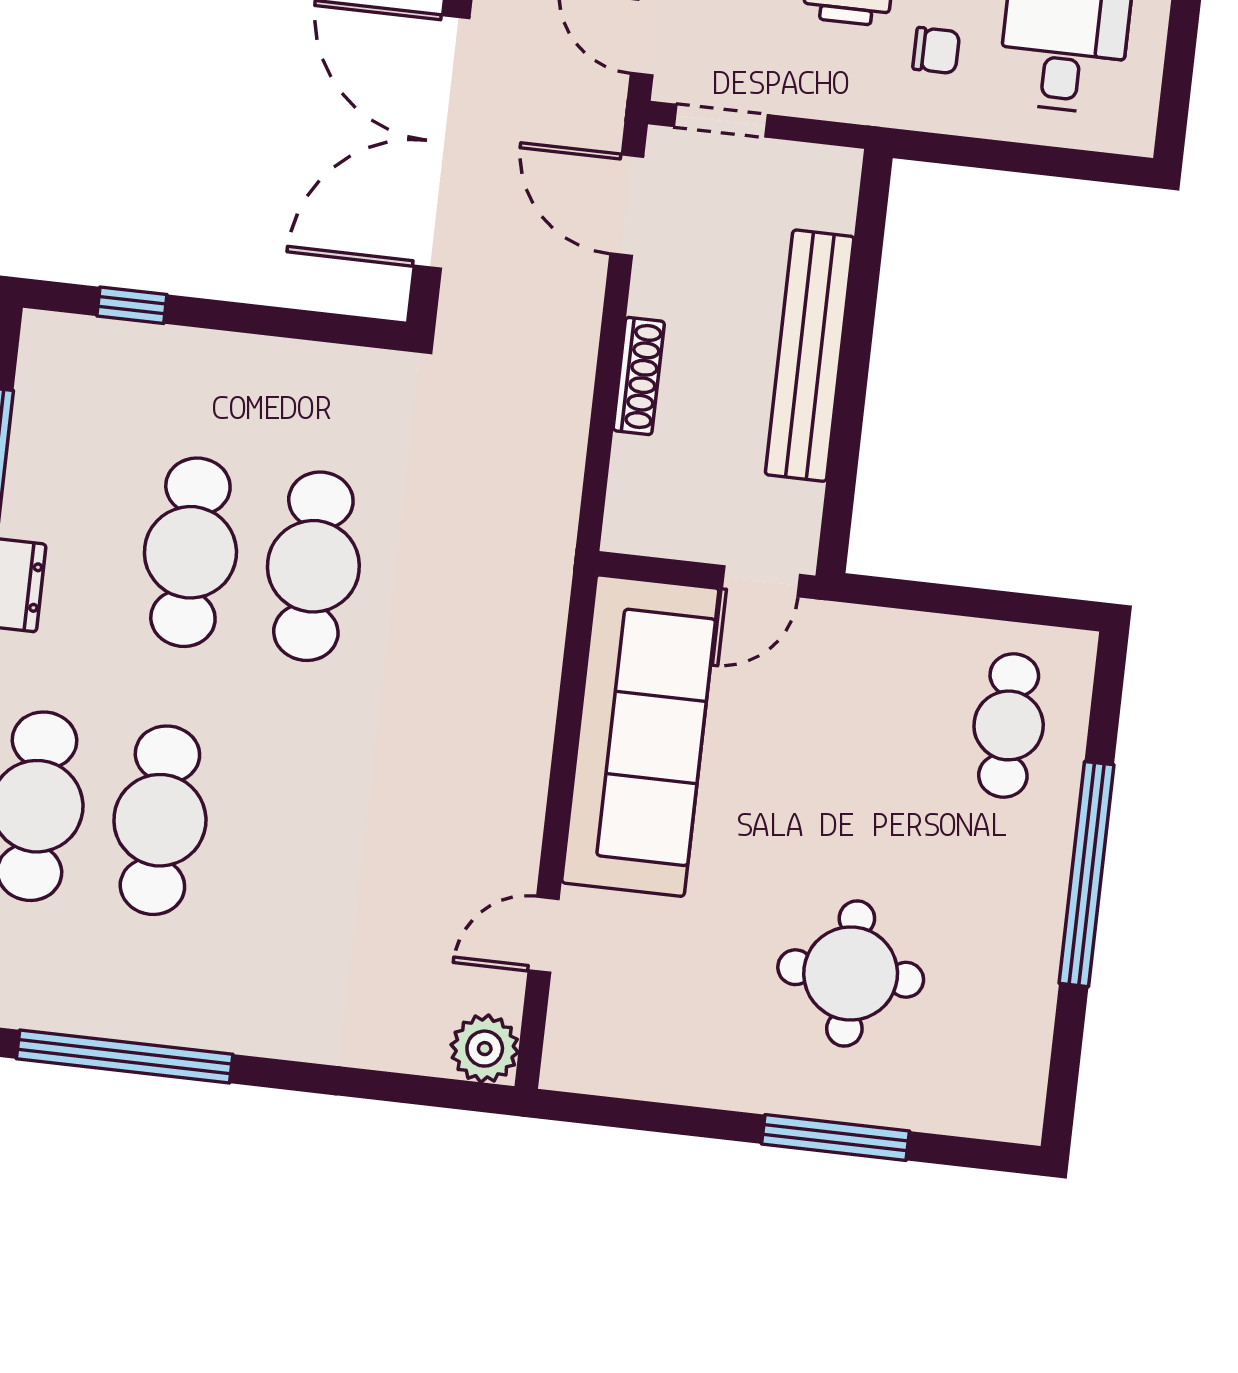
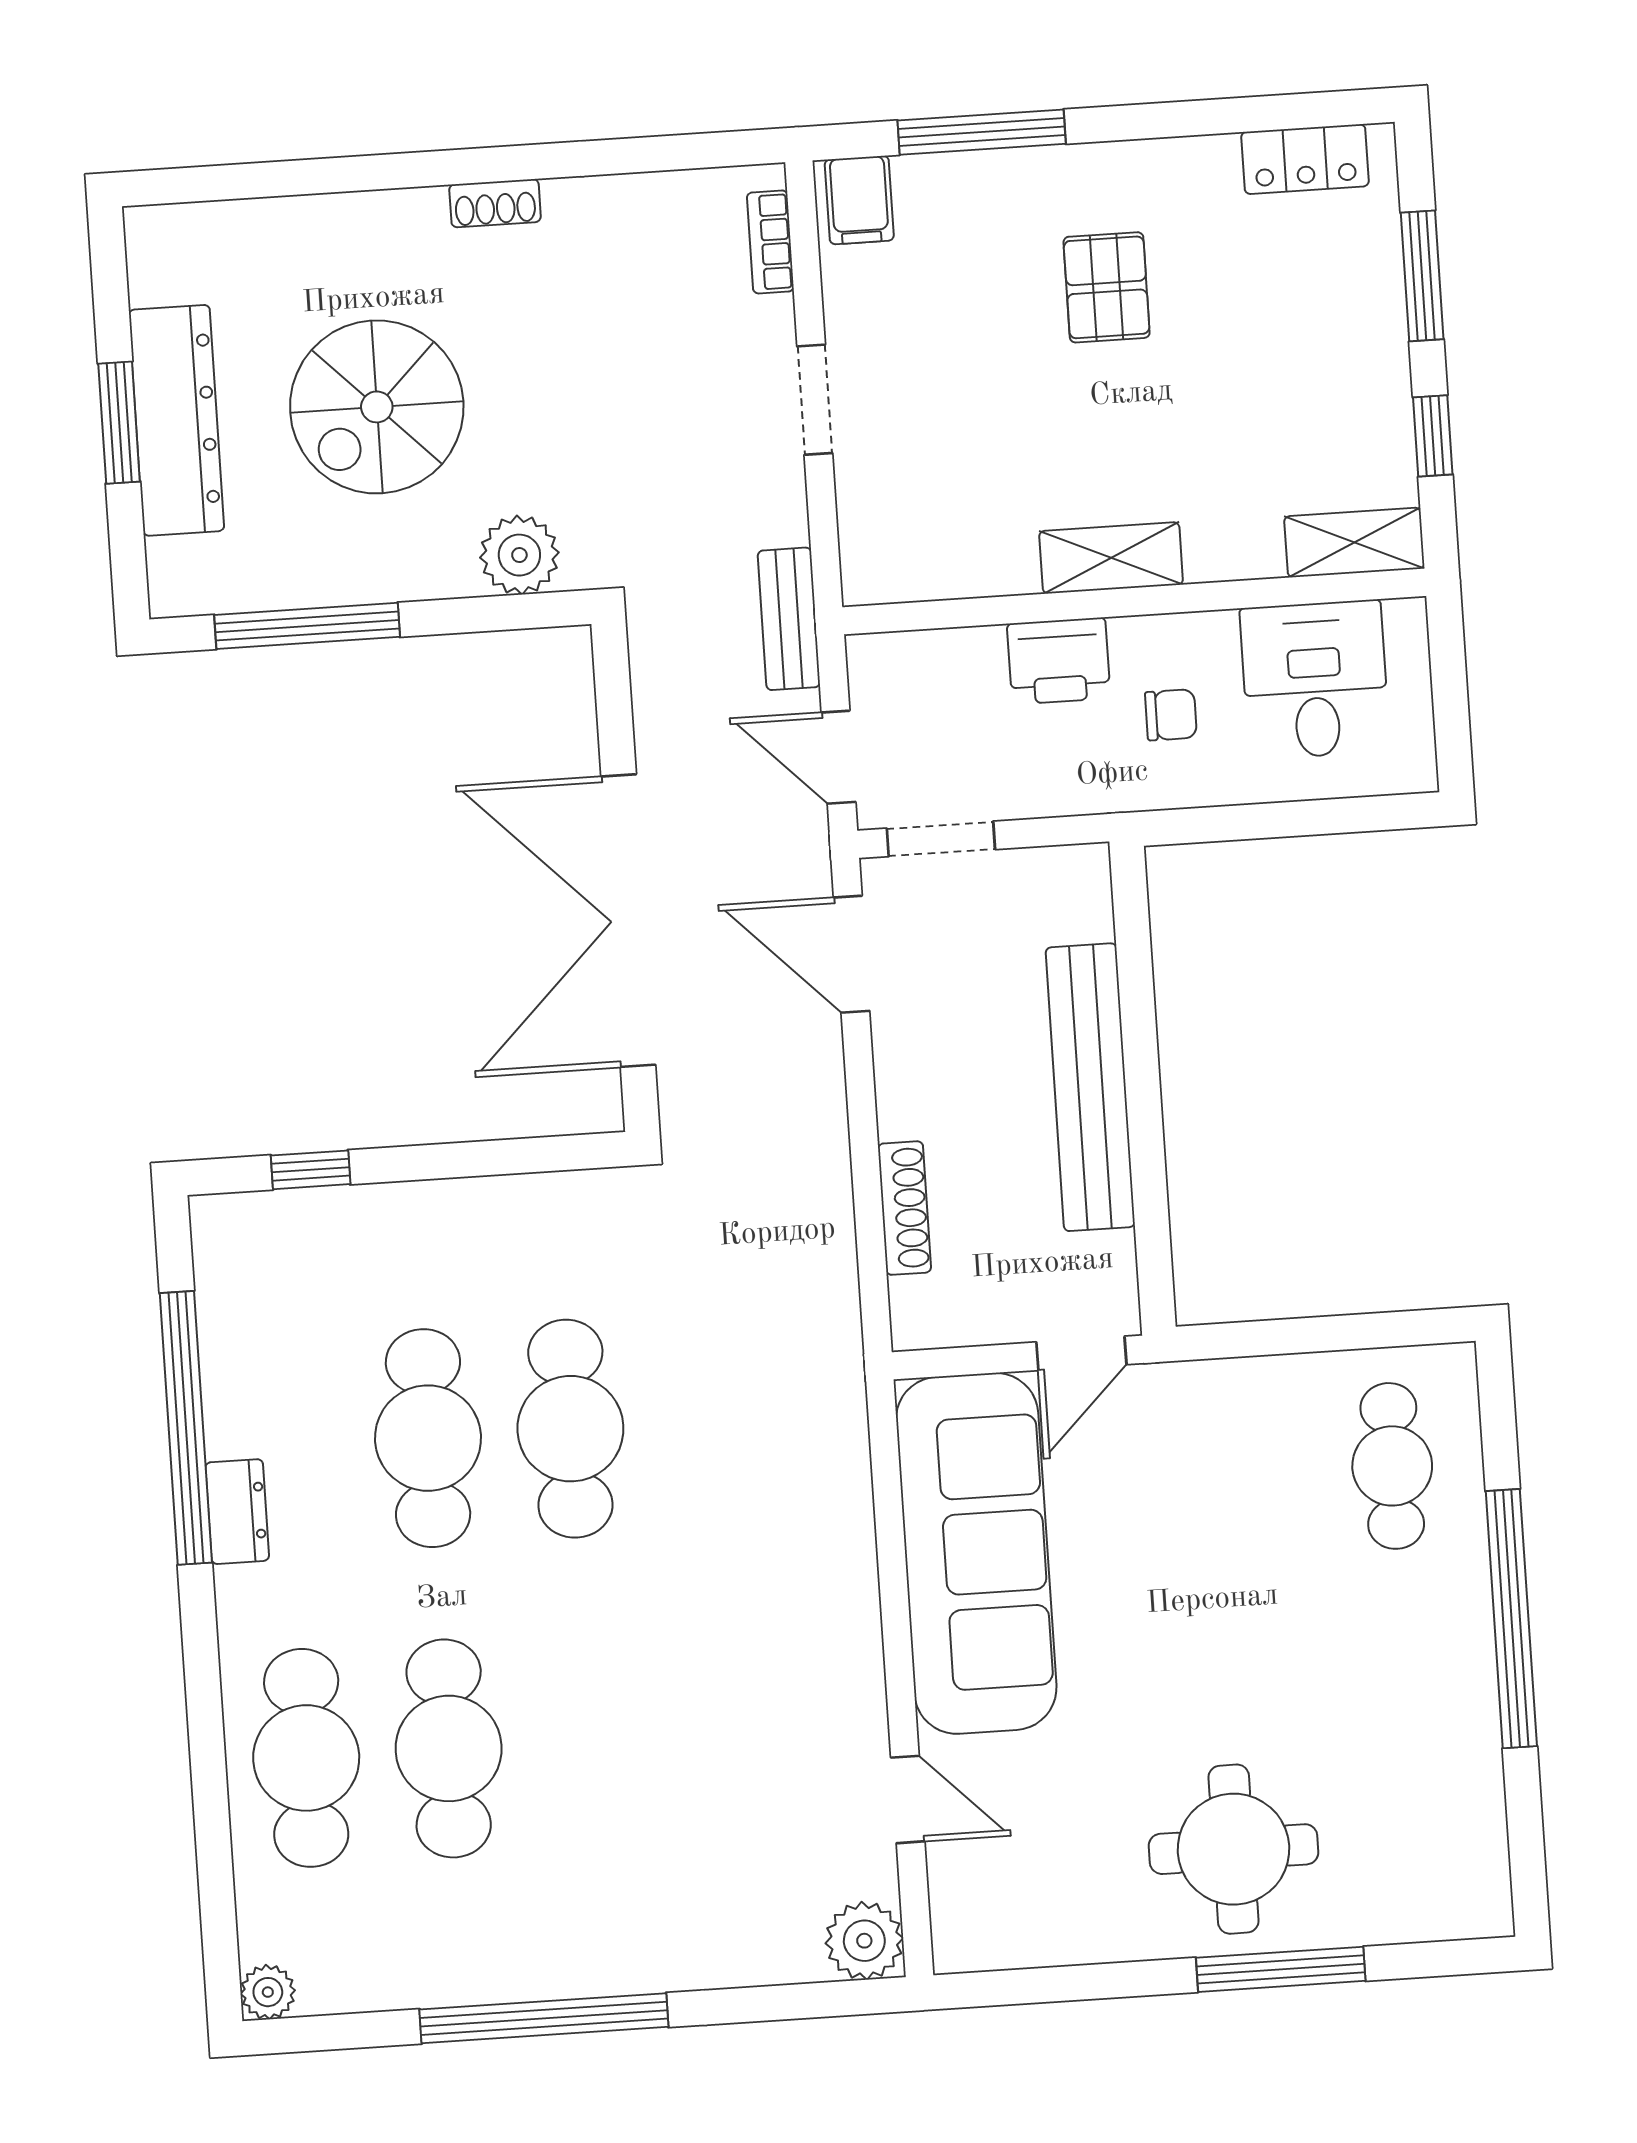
shoe rack: (639, 376) -> (905, 1208), moved
door: (544, 935) -> (908, 1799), swing flipped
round table: (851, 973) -> (1234, 1849), moved
window: (125, 1057) -> (544, 2018), moved

